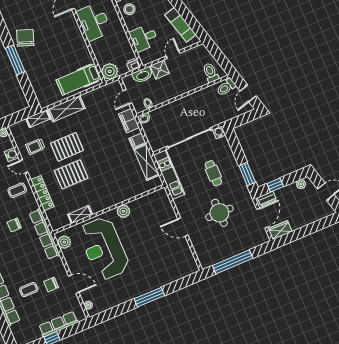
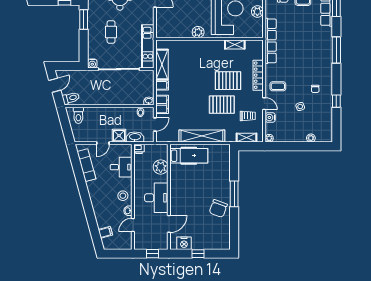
plant: (110, 71) -> (161, 167), moved
shelving: (66, 109) -> (202, 136), width x1.47
shelving: (38, 119) -> (246, 138), moved
chair: (14, 225) -> (292, 59), removed
plant: (64, 242) -> (257, 11), moved

